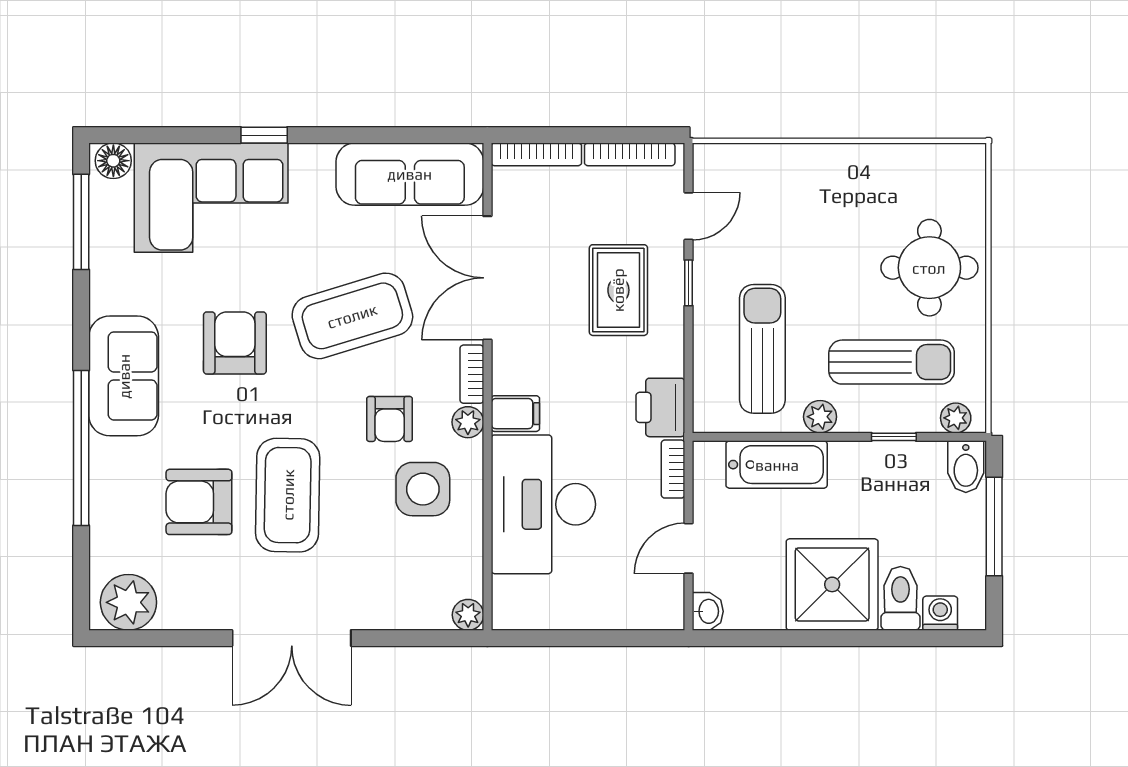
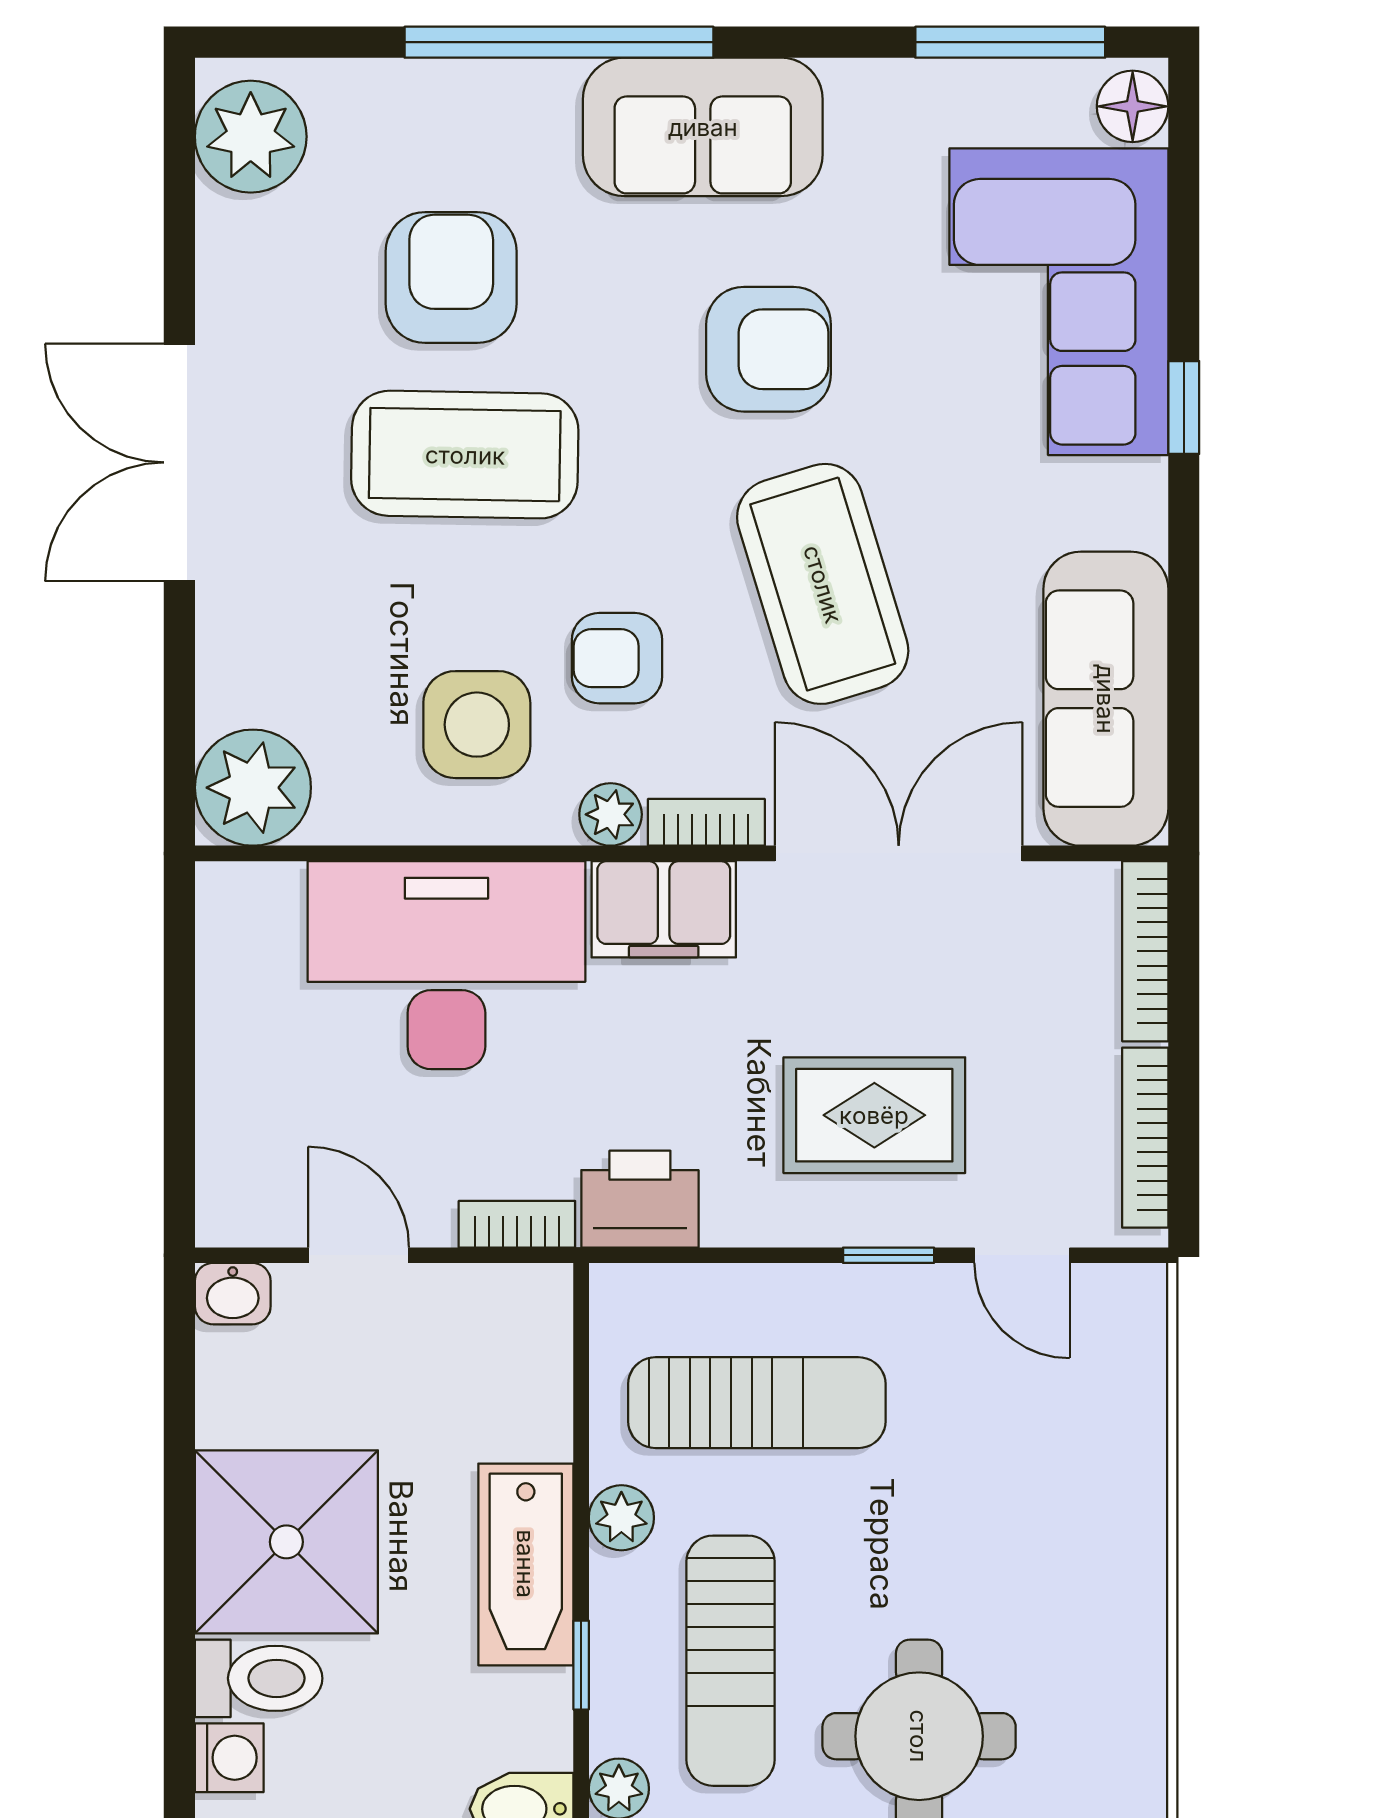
filing cabinet: (515, 414) -> (664, 909), width x2.00
bathtub: (777, 465) -> (526, 1564), moved
plant: (468, 615) -> (253, 788), width x1.87, depth x1.87

